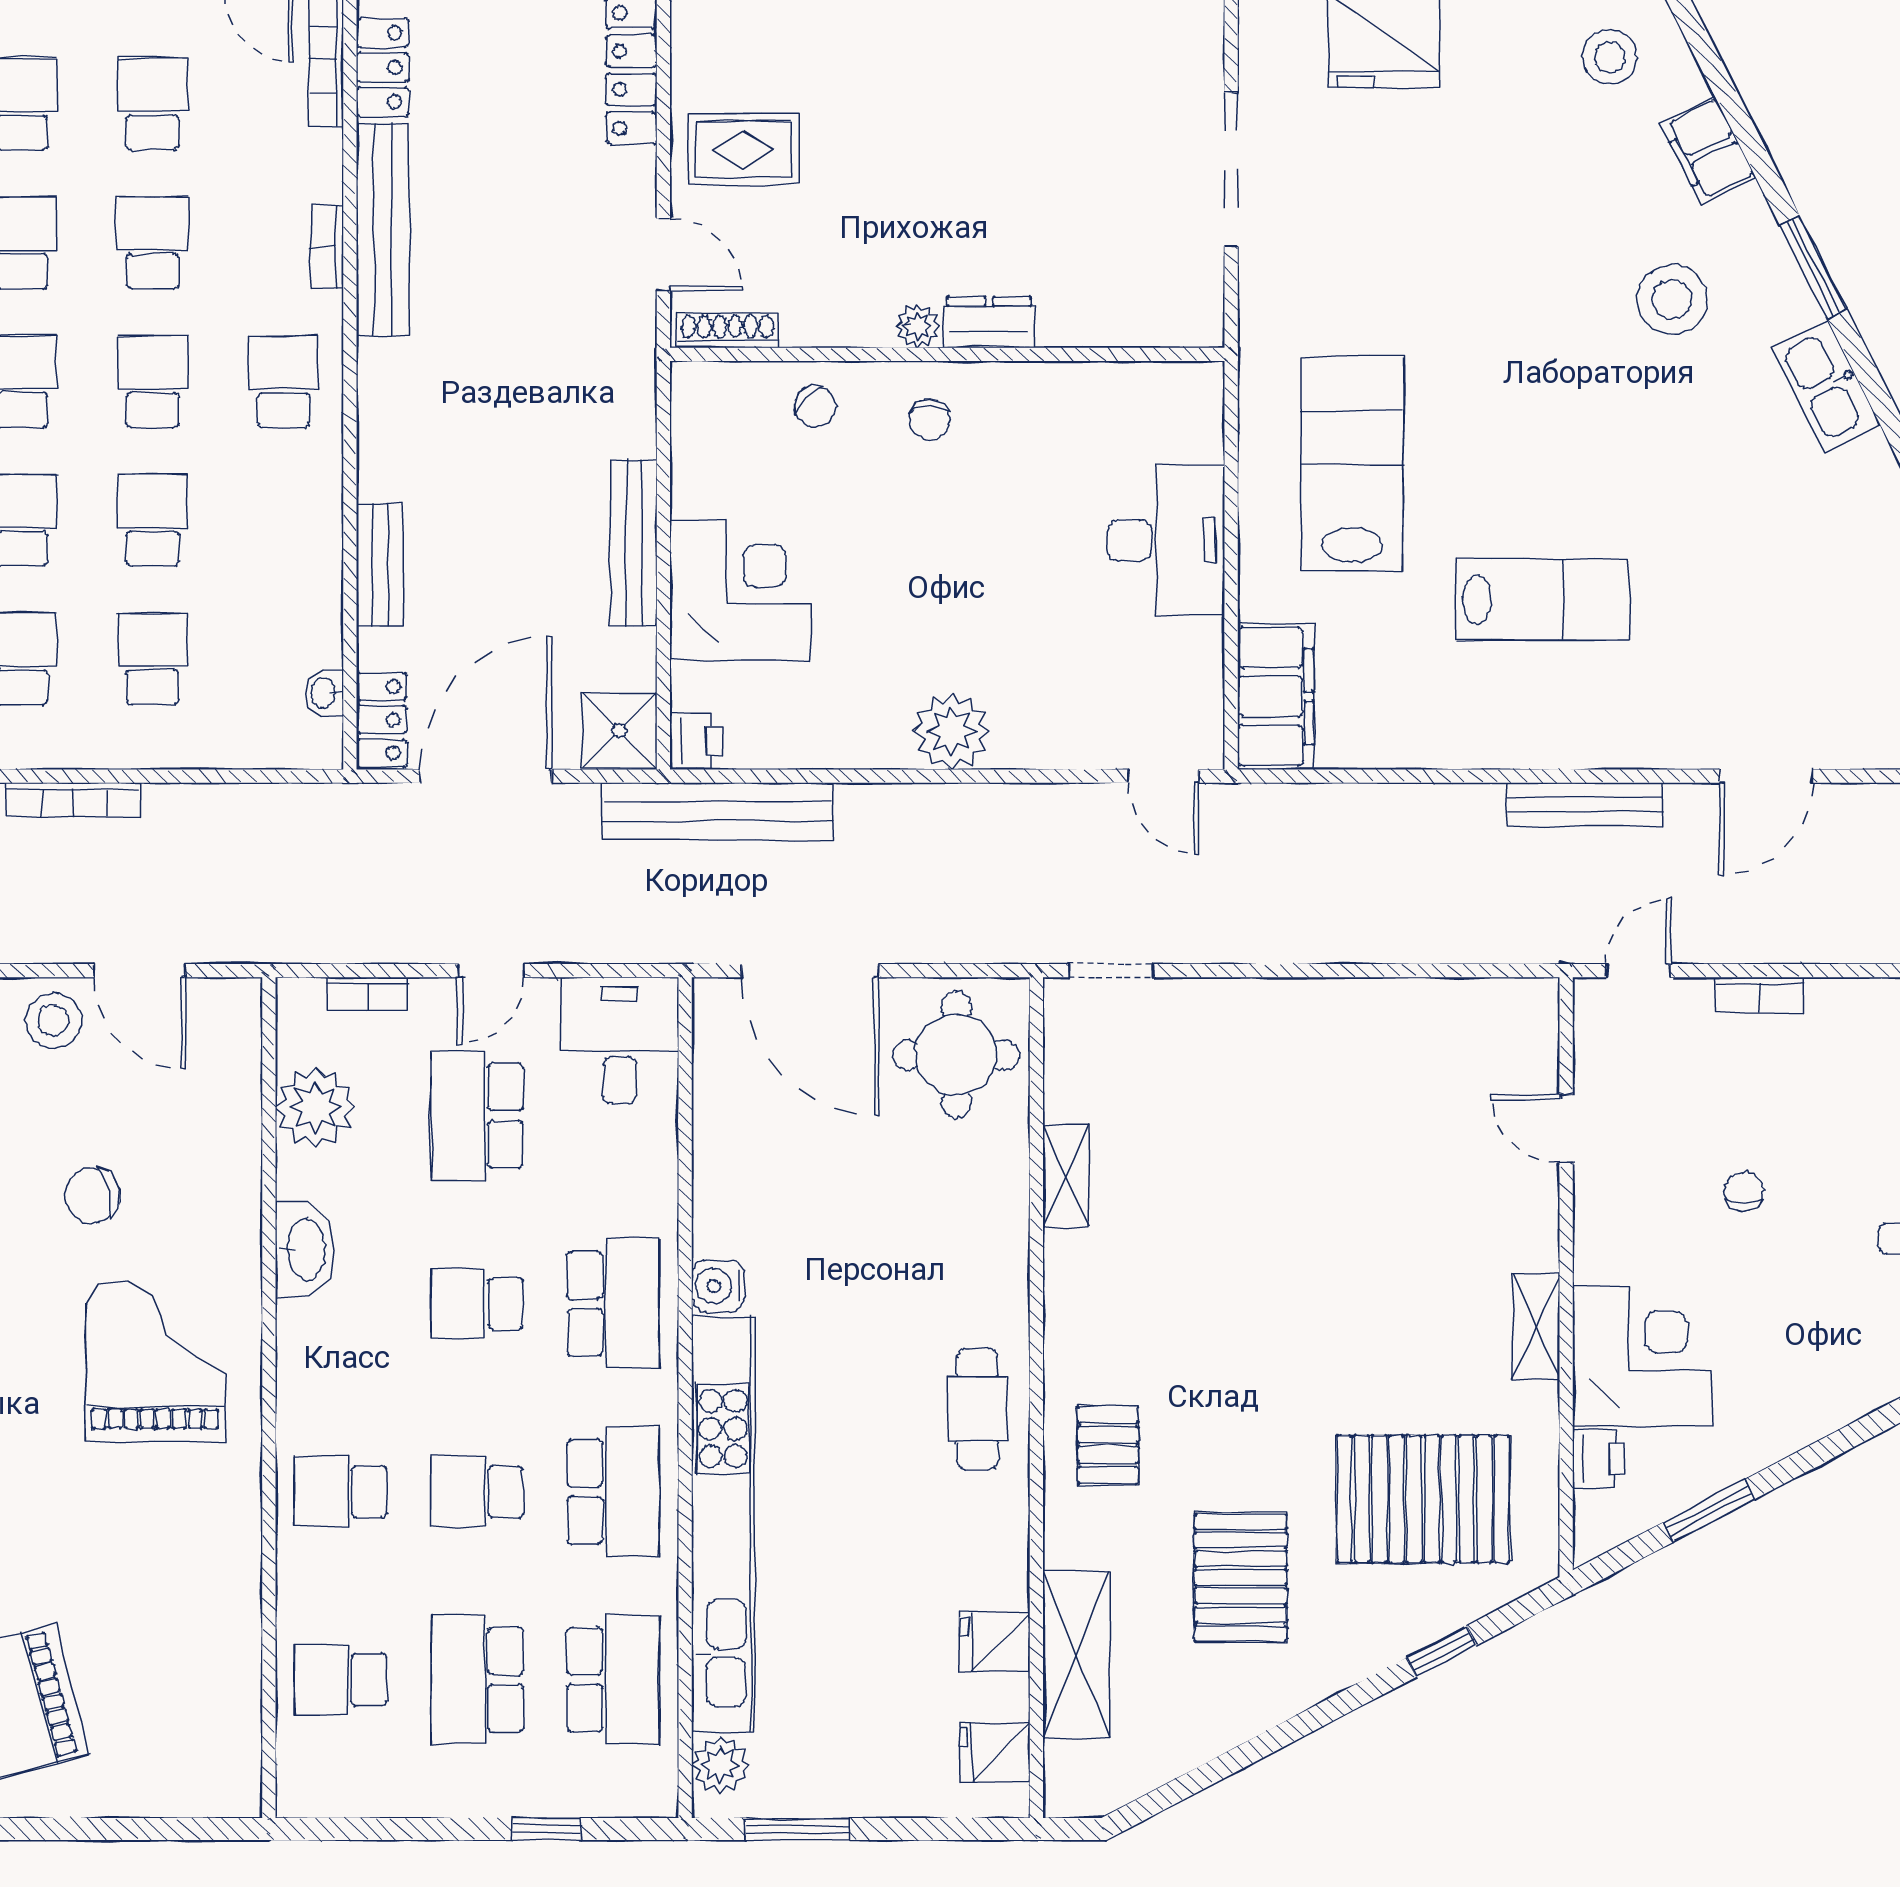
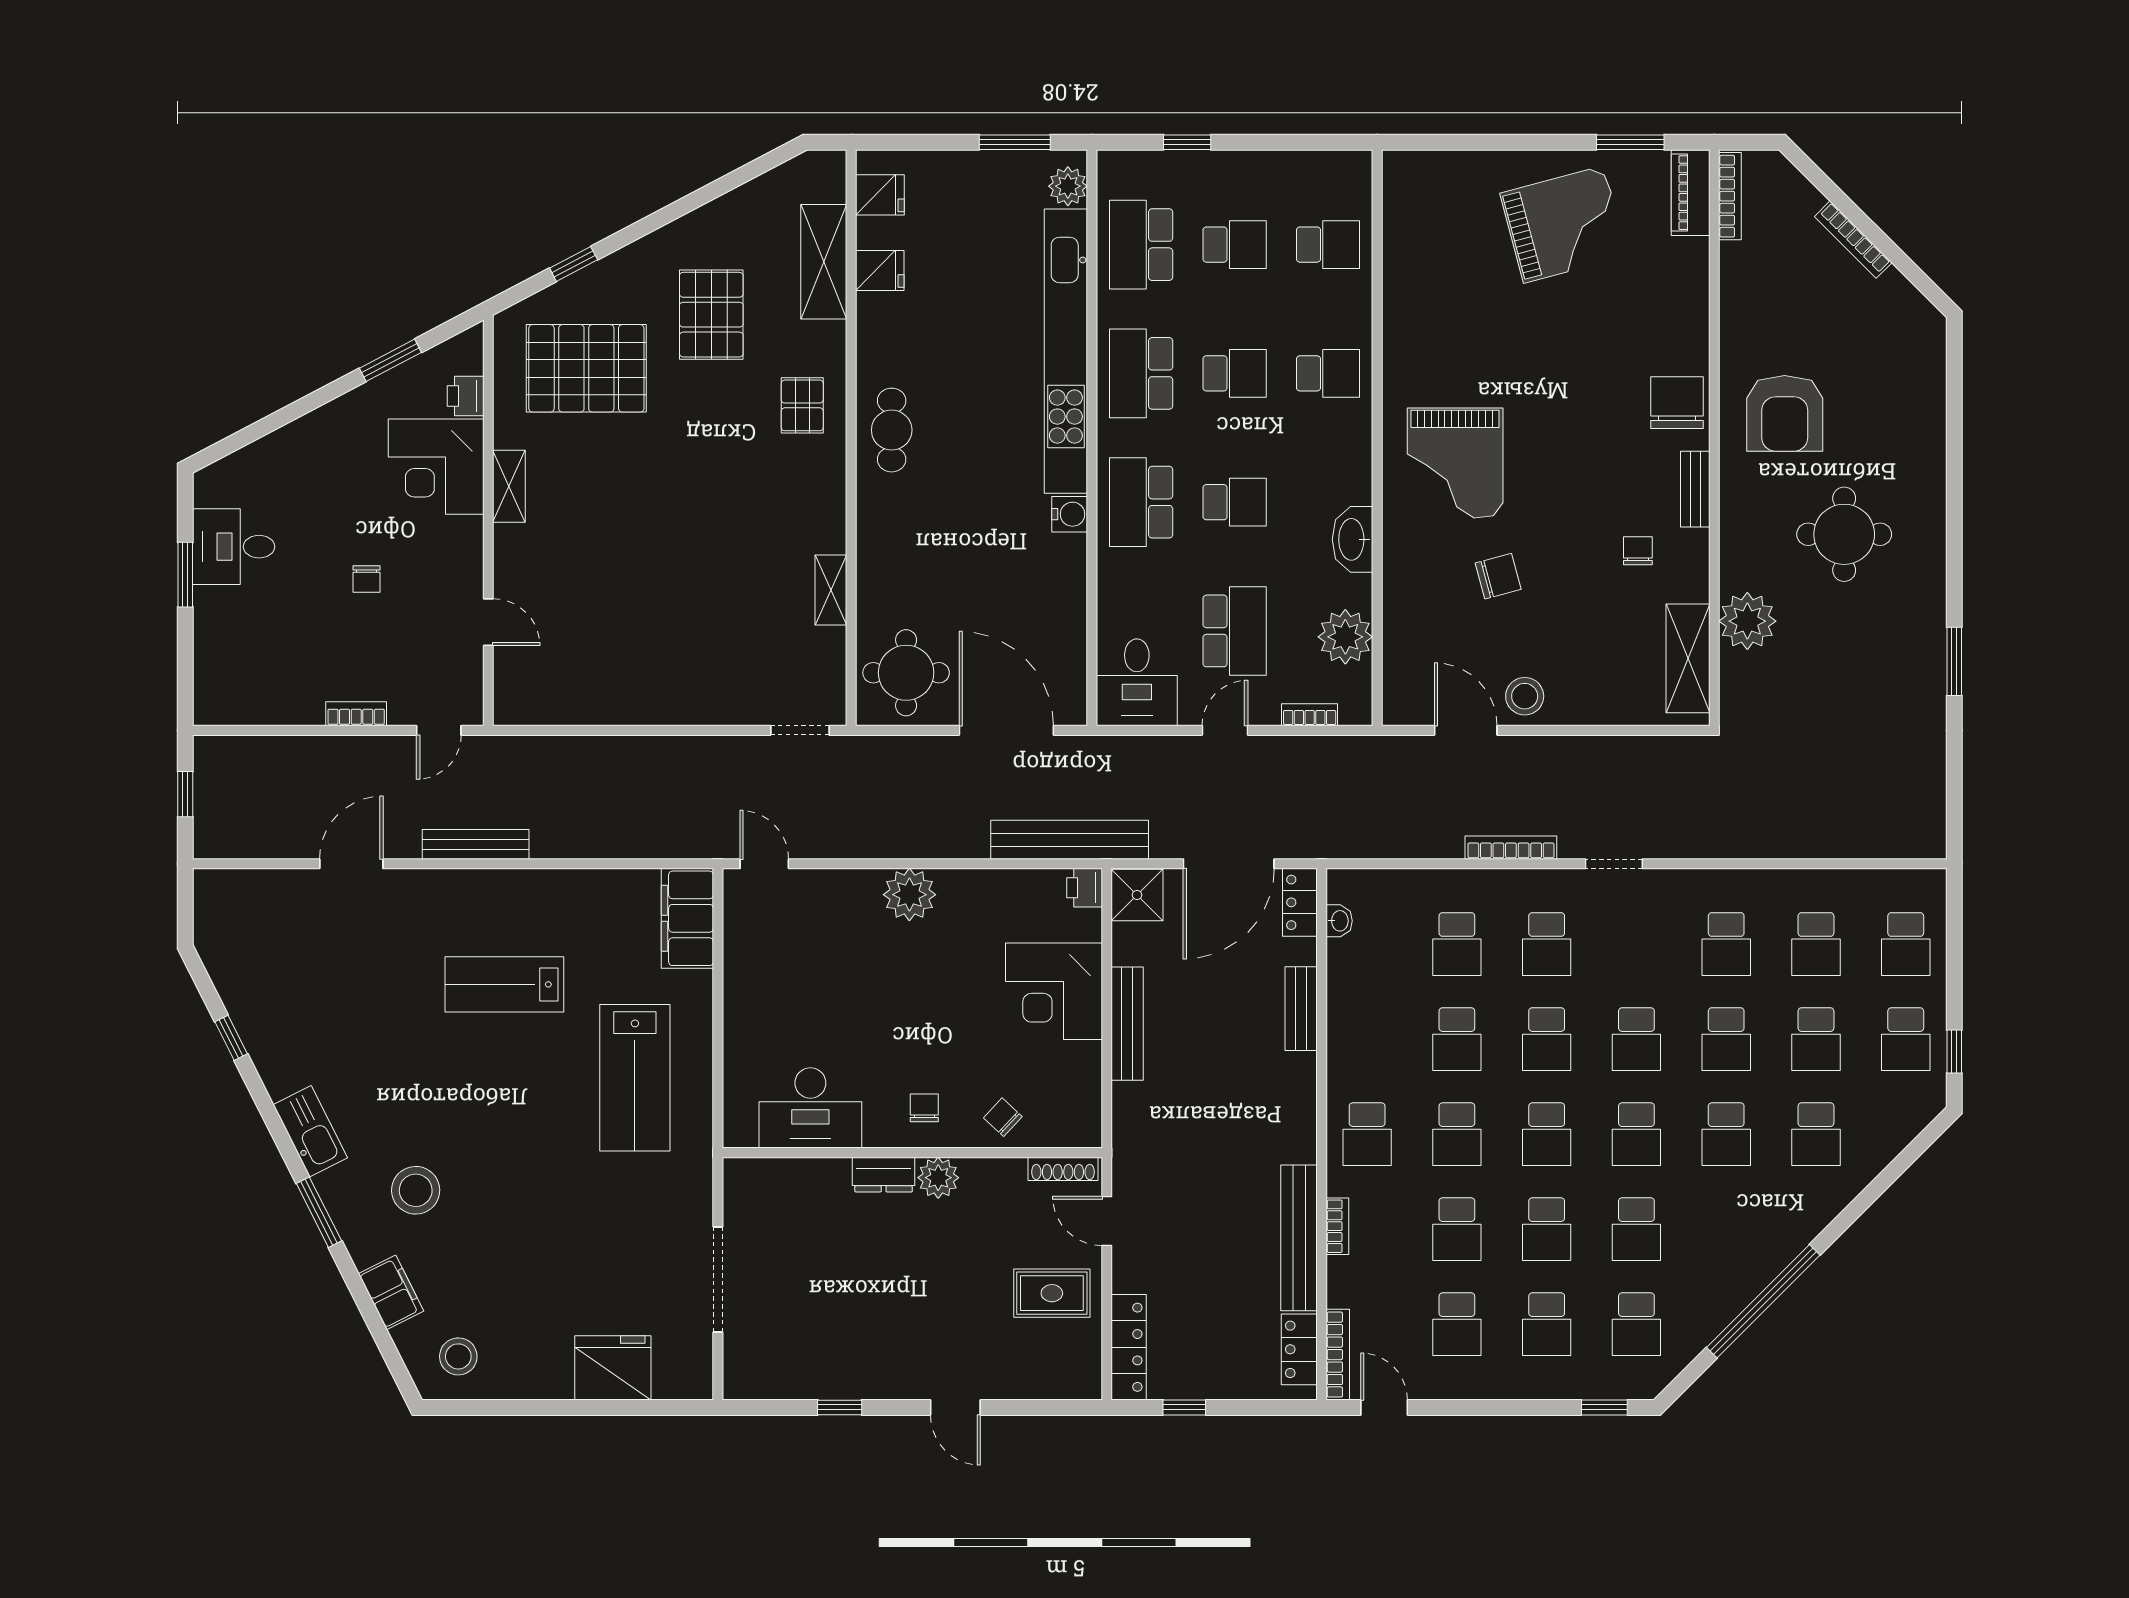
plant: (918, 326) -> (938, 1178), width x1.38, depth x1.38
desk: (1166, 541) -> (810, 1108), moved, turned -90
school desk: (477, 1680) -> (1235, 245), width x0.54

